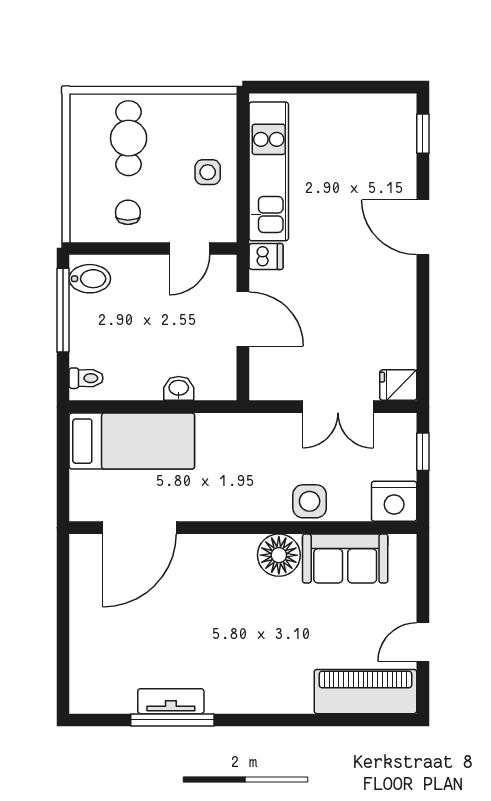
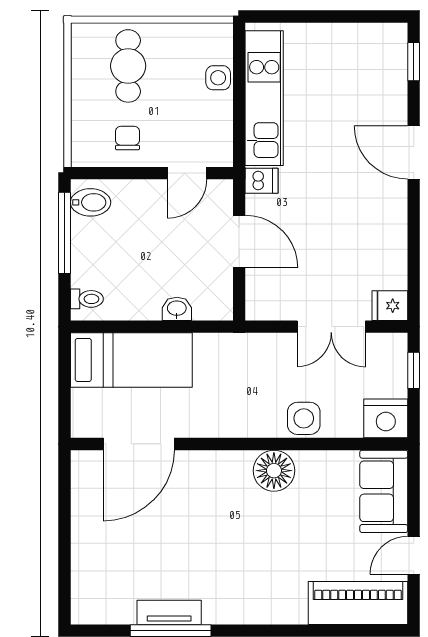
side table: (208, 172) -> (218, 78), moved
sofa: (345, 558) -> (384, 491), moved, turned 90

